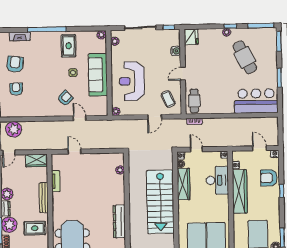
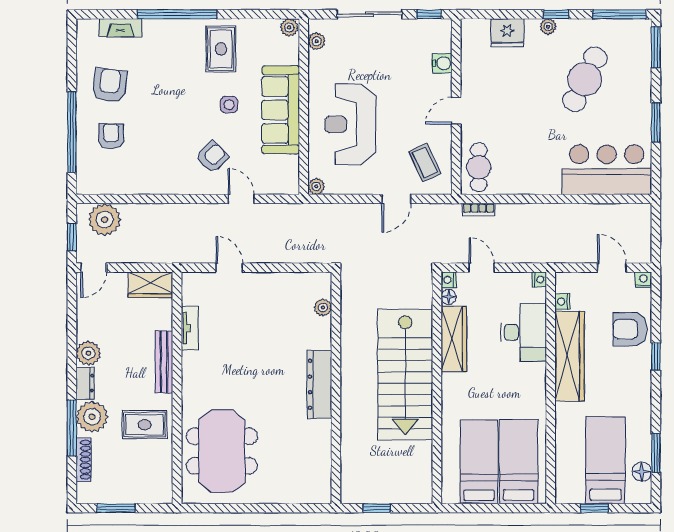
fridge: (191, 37) -> (507, 33), moved, turned 90
cafe table: (245, 57) -> (585, 79), turned 52
dresser: (119, 222) -> (319, 384), moved

